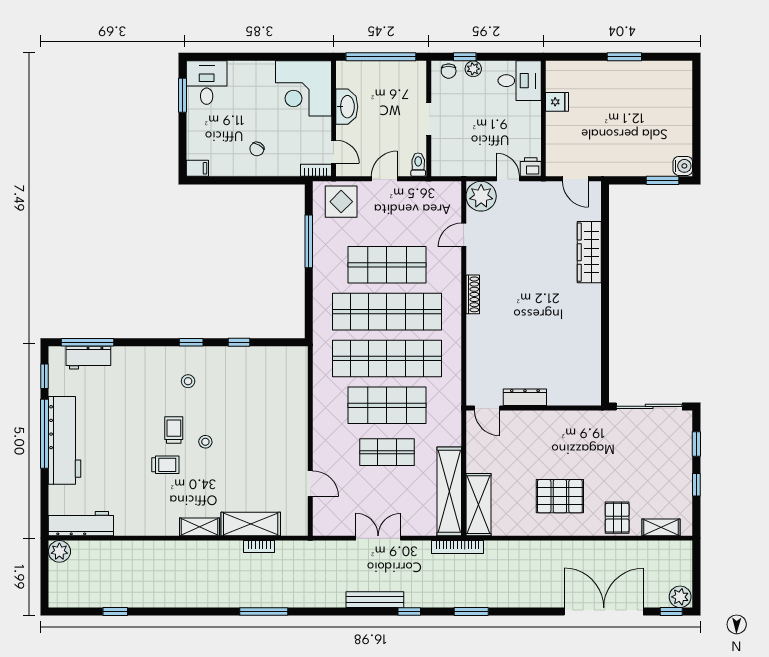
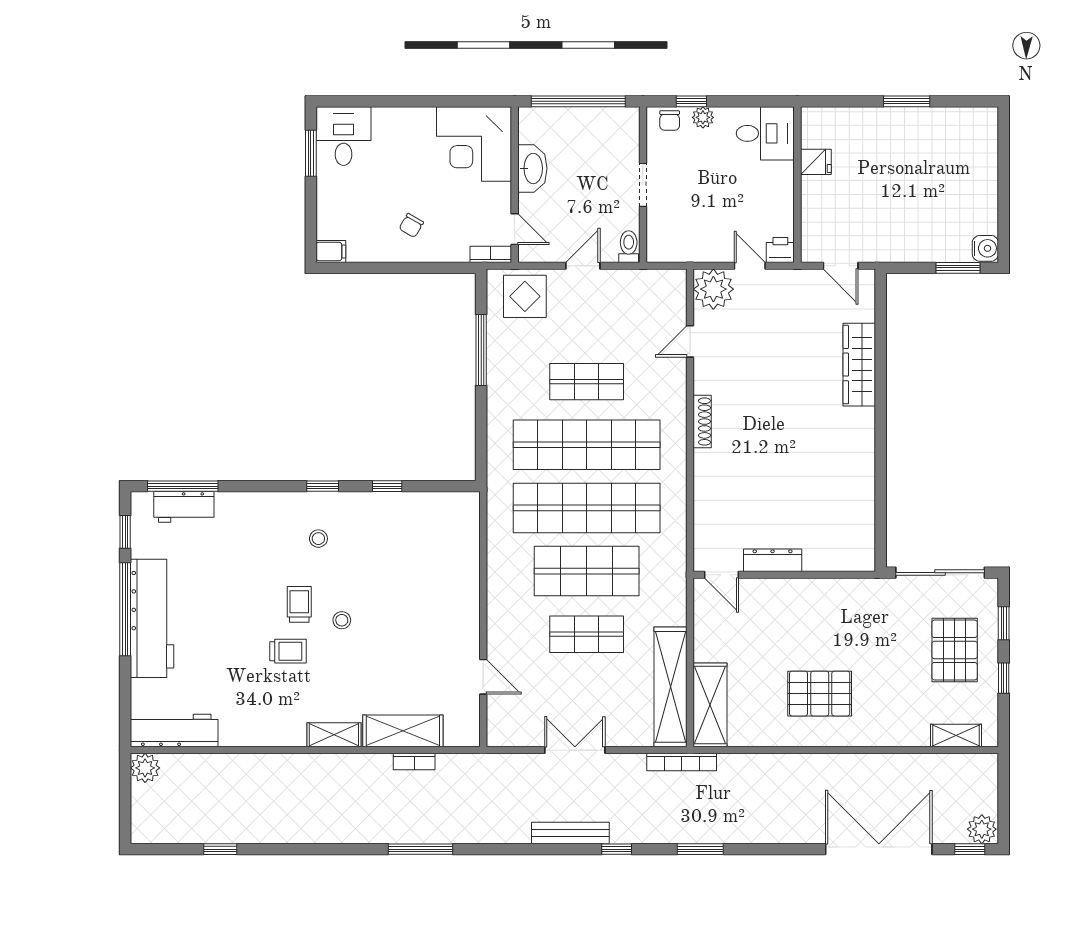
shop shelf: (387, 265) -> (587, 382), width x0.70, depth x0.74
pallet: (617, 518) -> (955, 650), moved, width x1.50, depth x1.42

